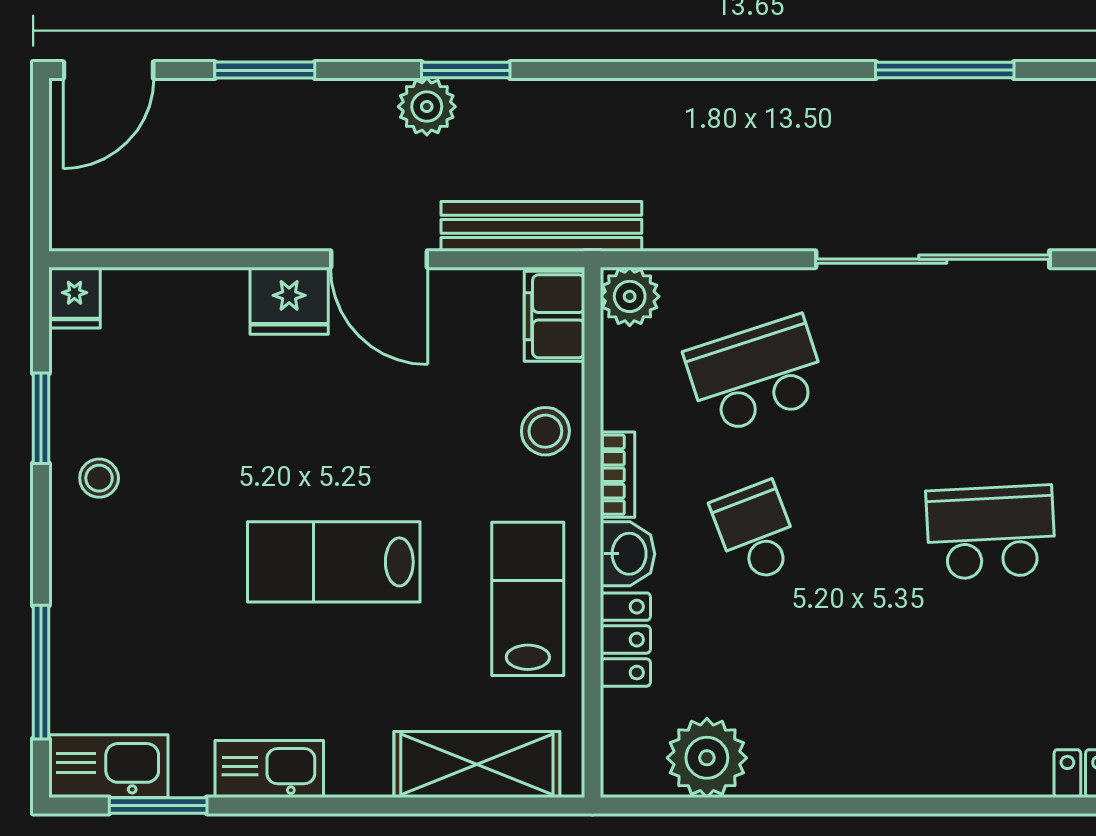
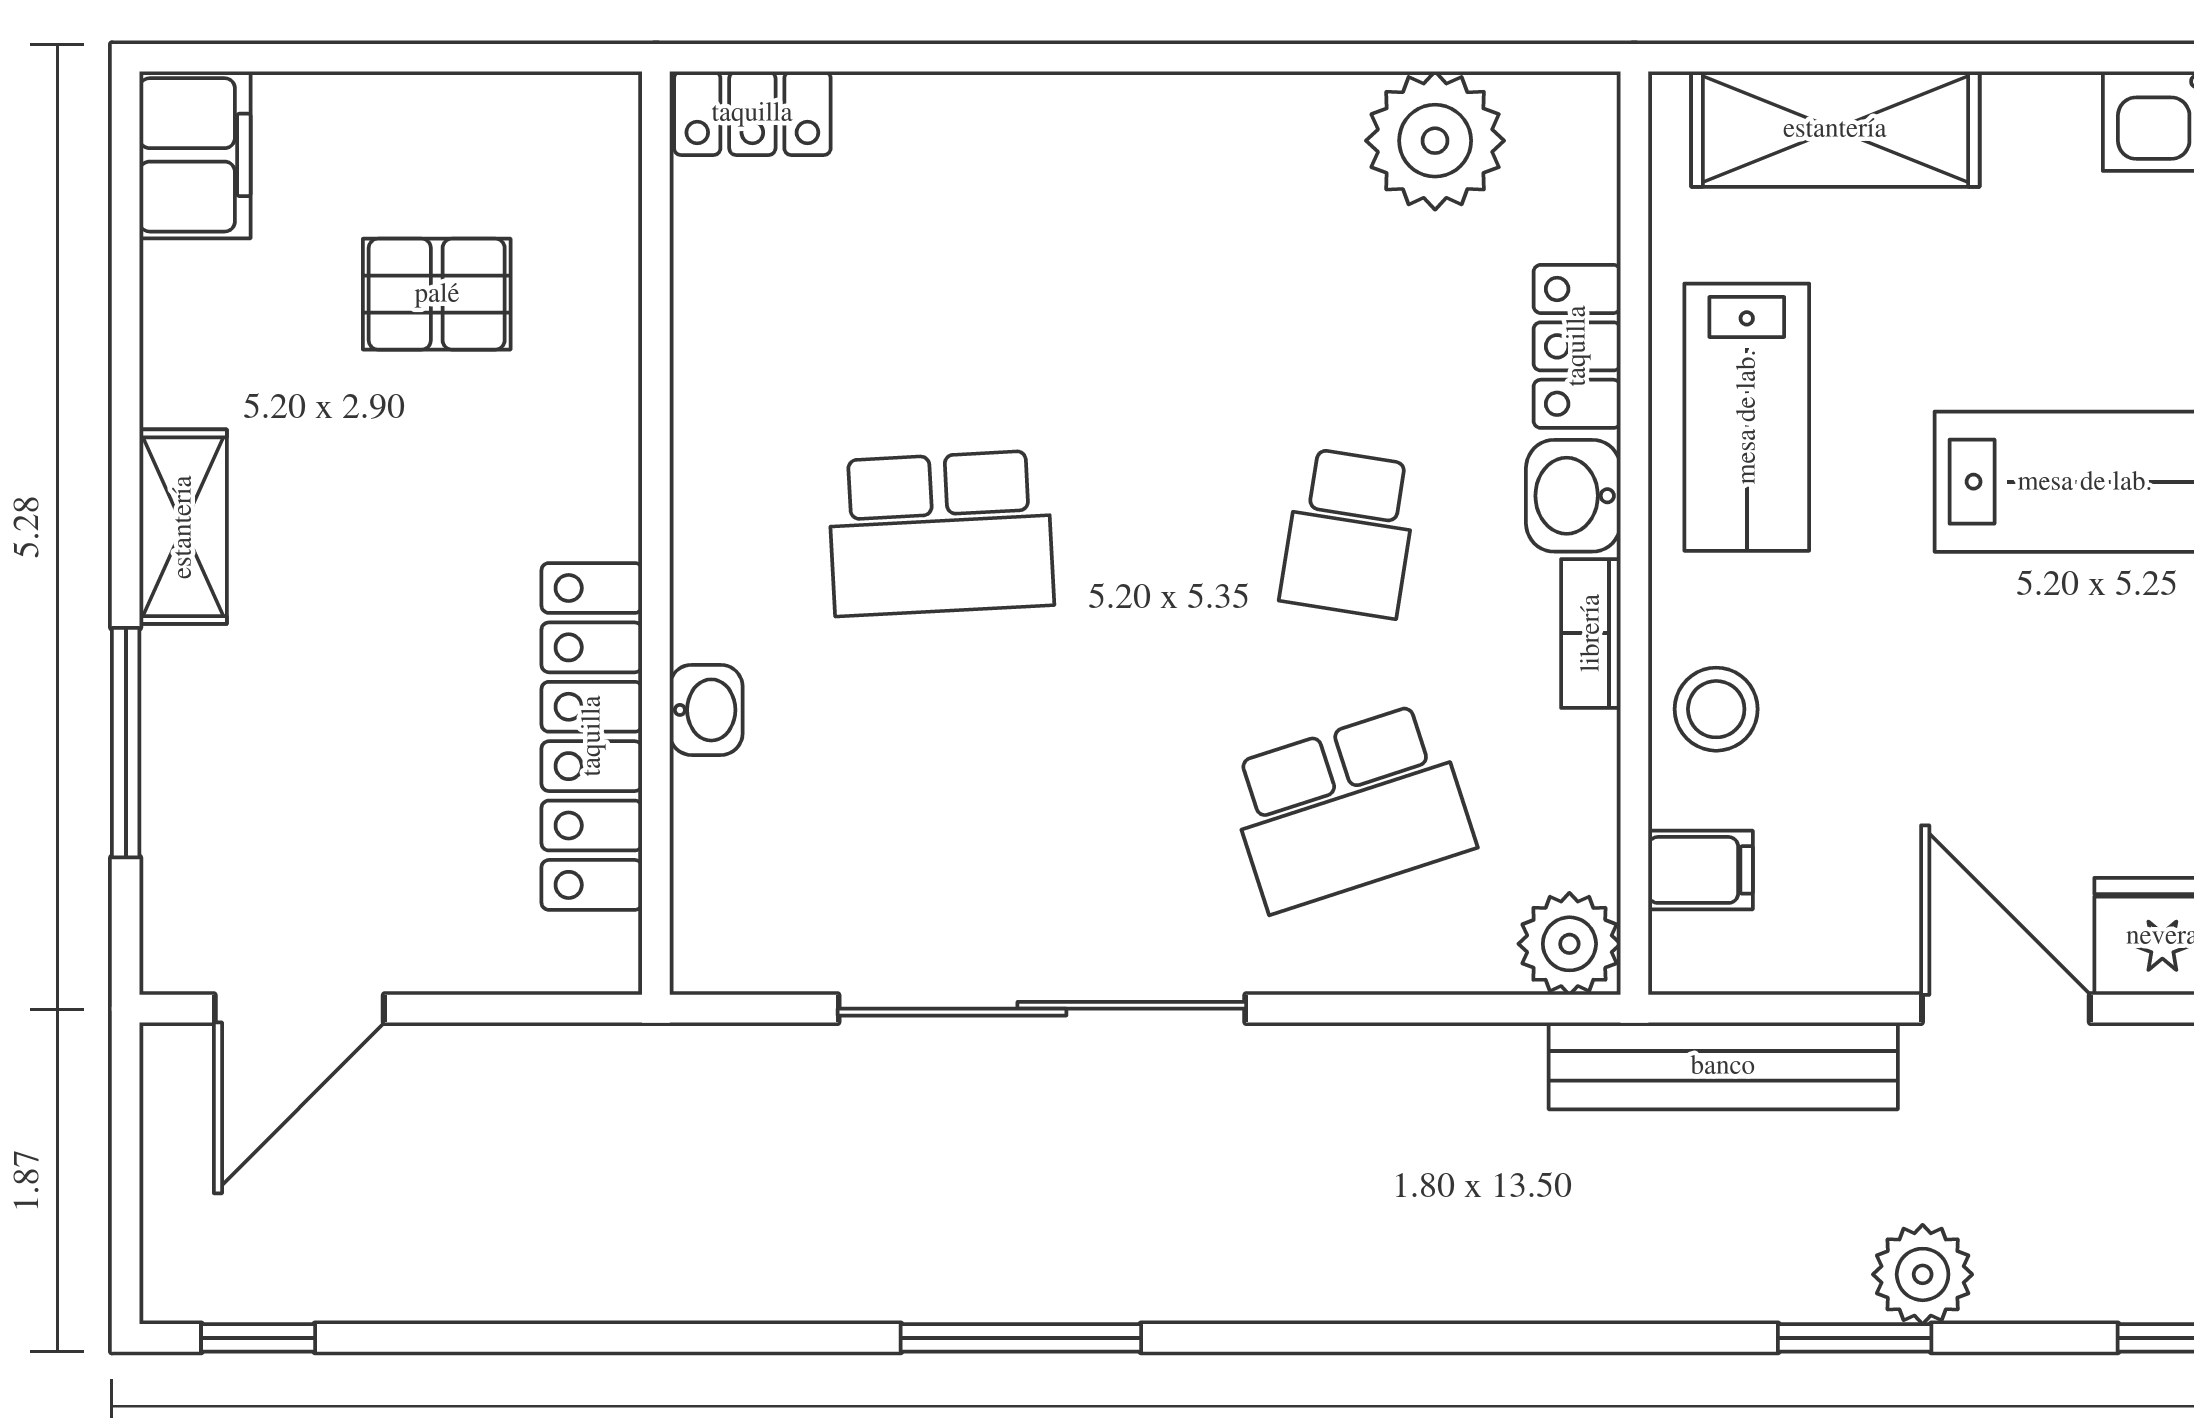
filing cabinet: (554, 316) -> (1700, 870), width x0.50
school desk: (756, 532) -> (1350, 533), turned 30

